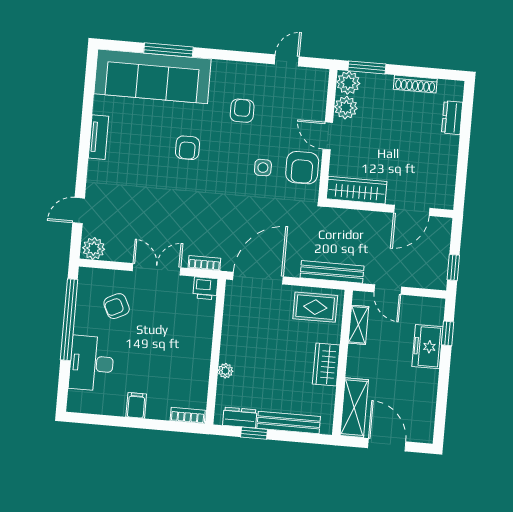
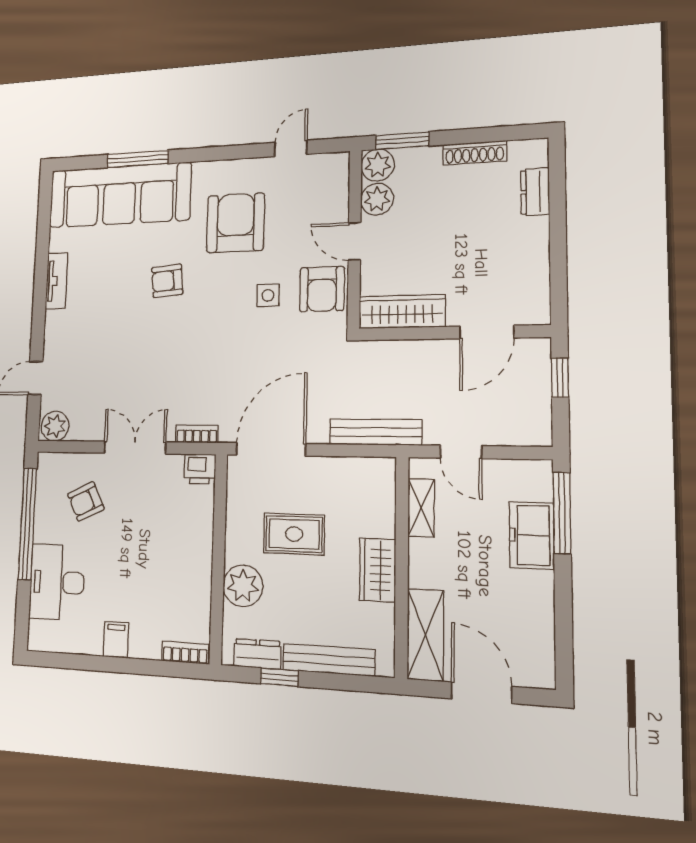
armchair: (242, 111) -> (236, 223), width x1.88, depth x1.88
armchair: (187, 148) -> (167, 281), turned 85
window: (453, 267) -> (560, 377), moved
rug: (315, 307) -> (294, 534), moved
window: (448, 333) -> (562, 513), width x2.17
plant: (225, 371) -> (243, 586), width x1.87, depth x1.87

